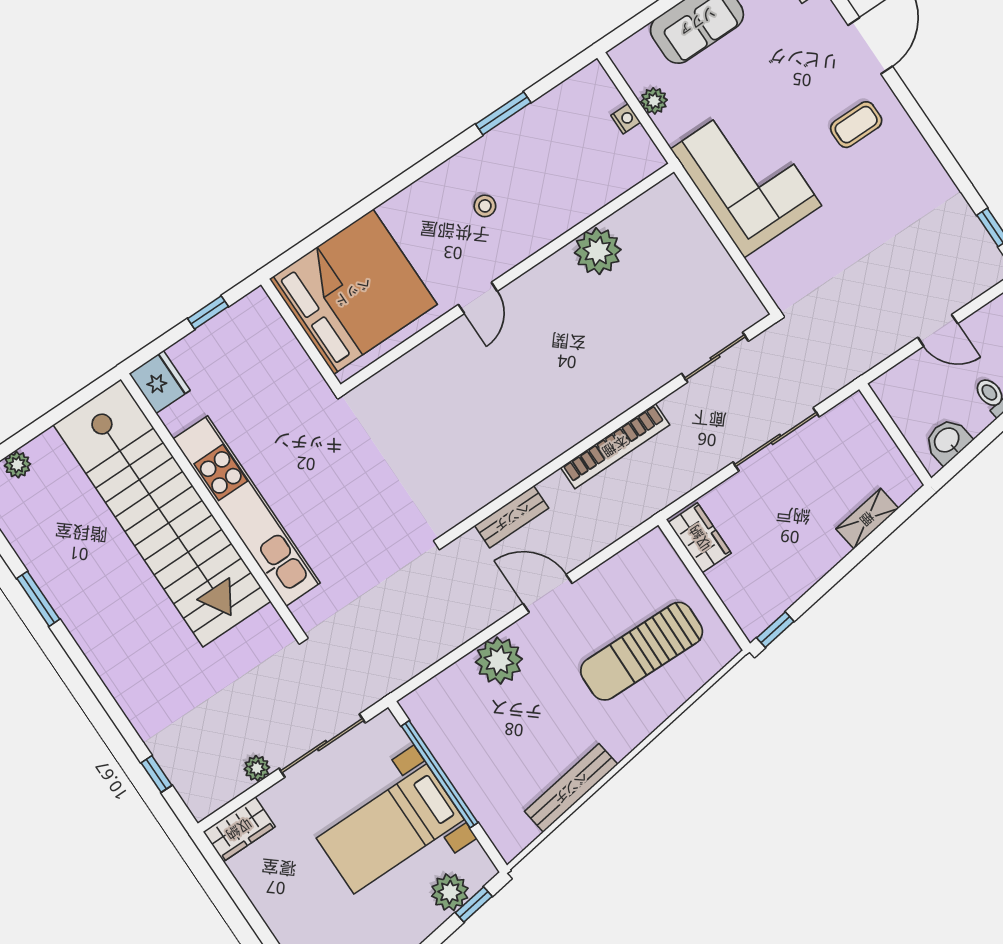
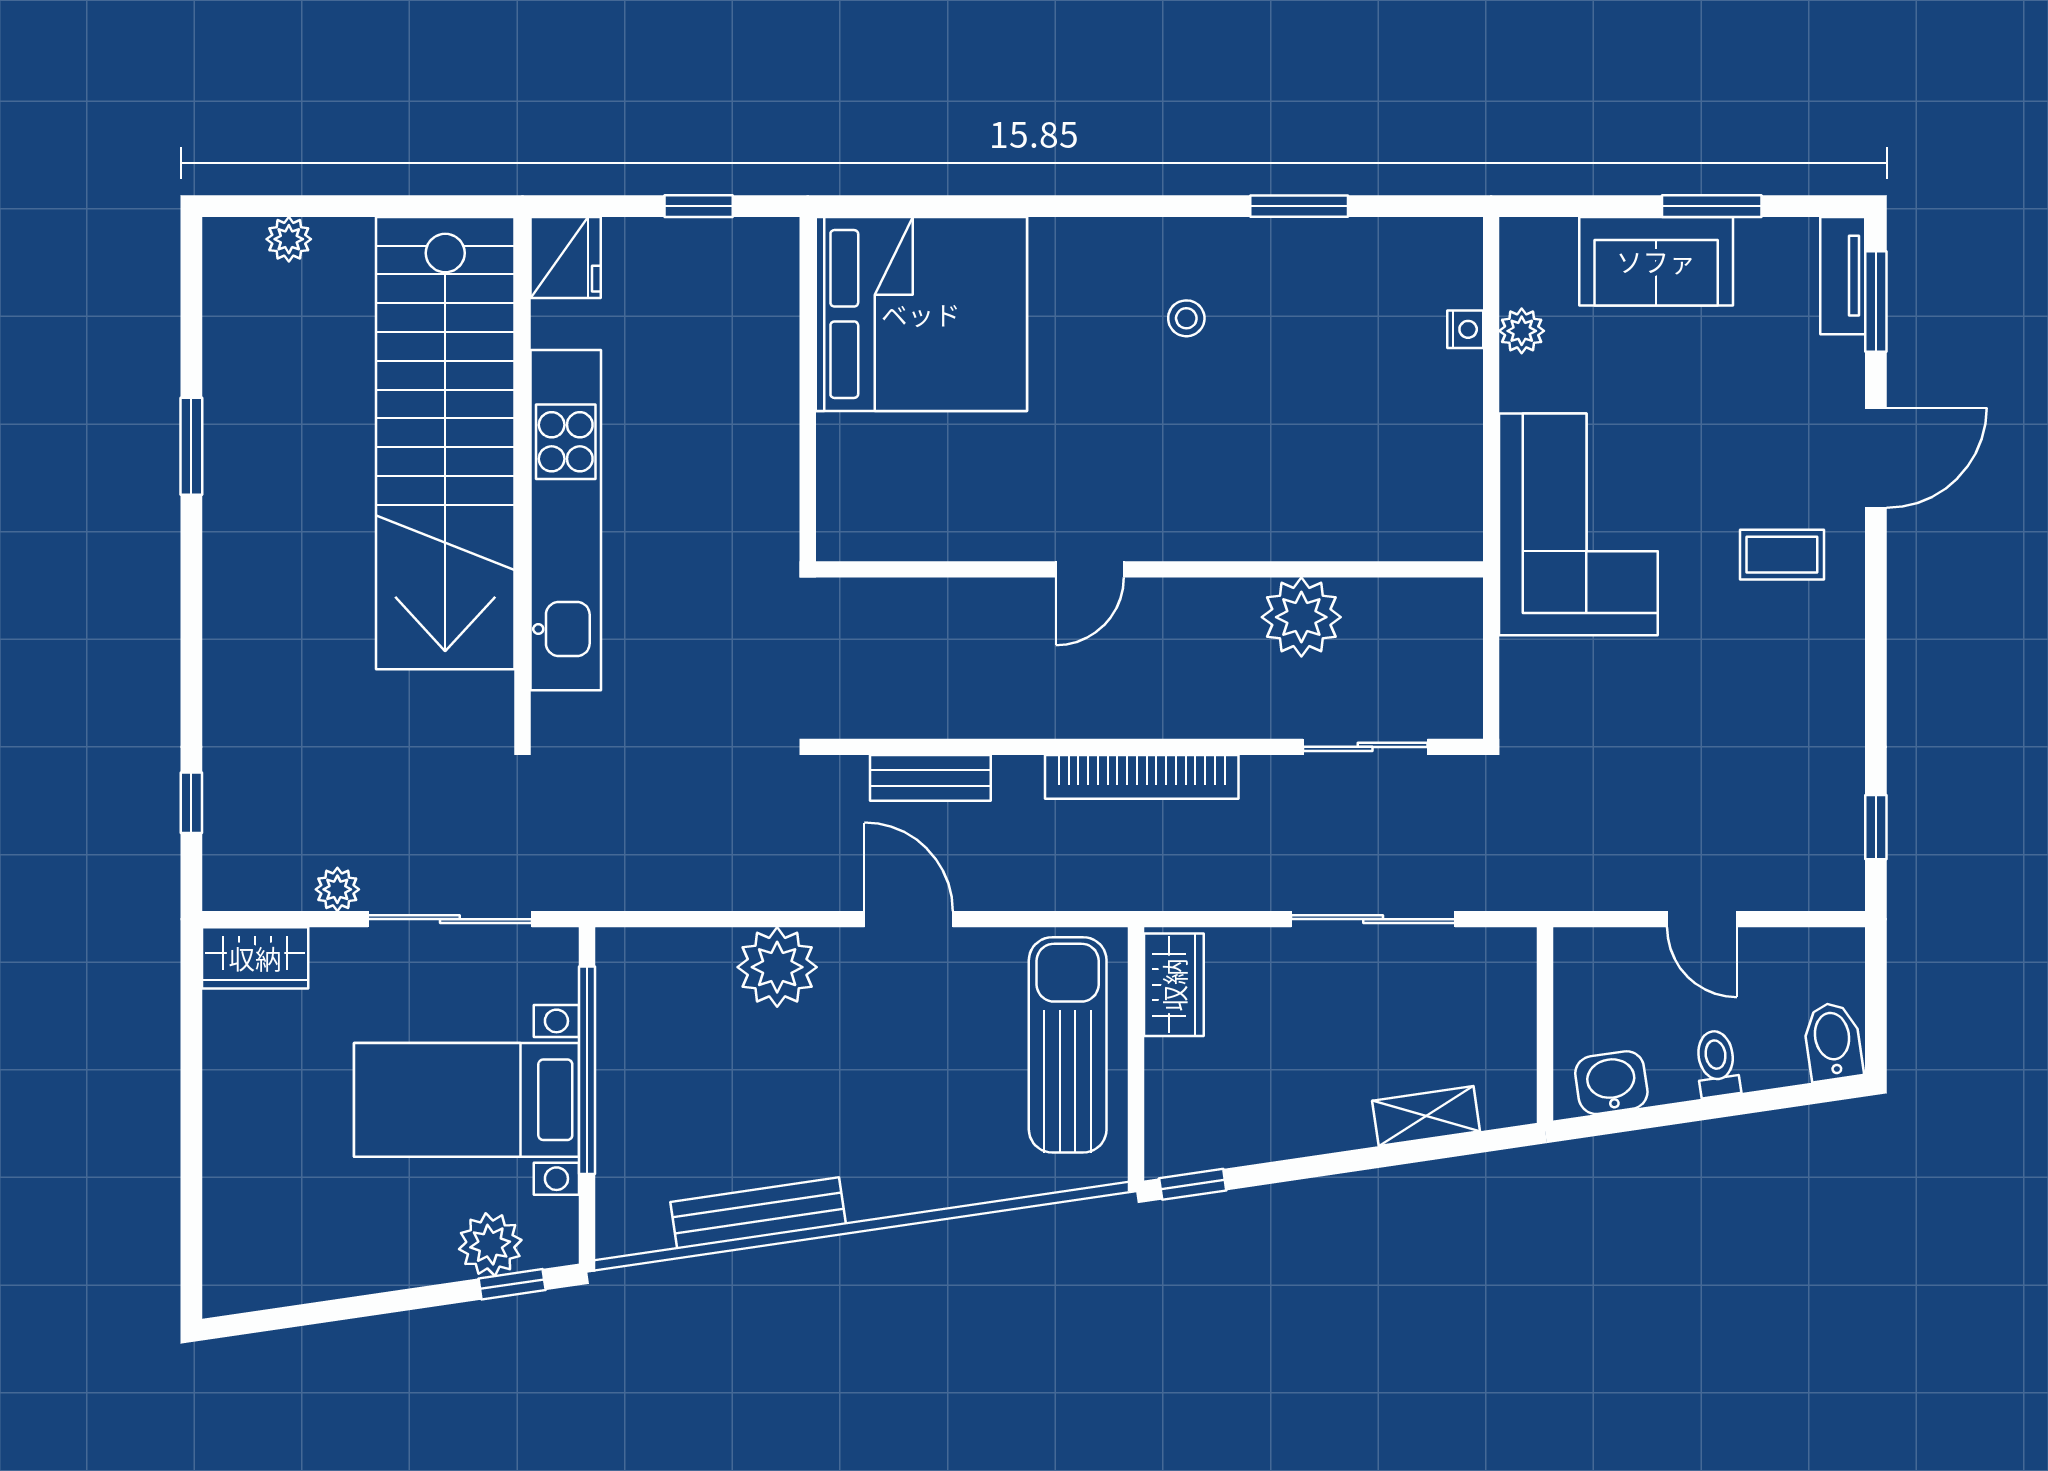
plant: (598, 251) -> (1301, 617), moved
wall: (507, 278) -> (1149, 569), moved
door: (478, 298) -> (1090, 569), moved
sun lounger: (642, 651) -> (1068, 1045), moved, turned 89

